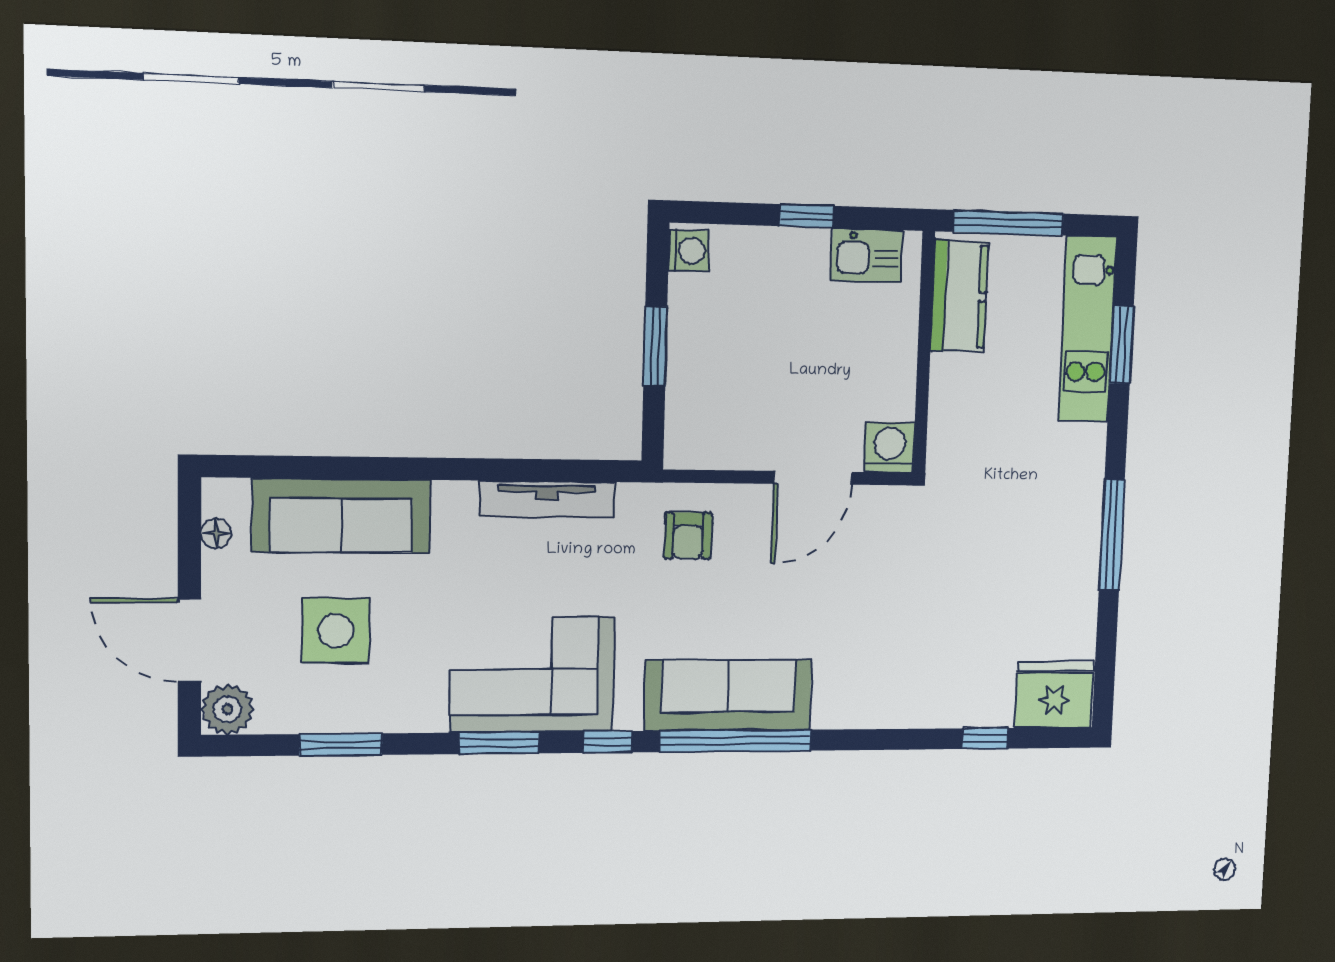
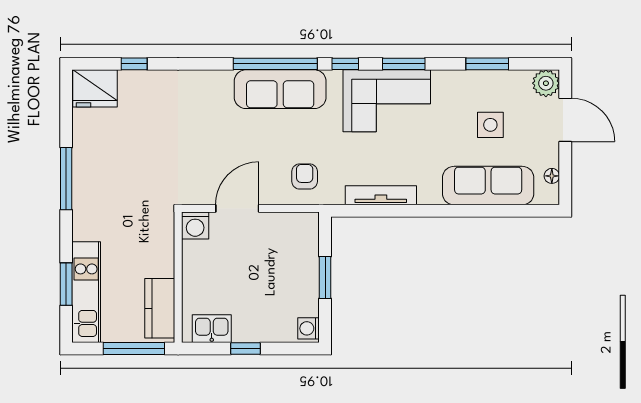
side table: (336, 631) -> (490, 125), width x0.73, depth x0.73

